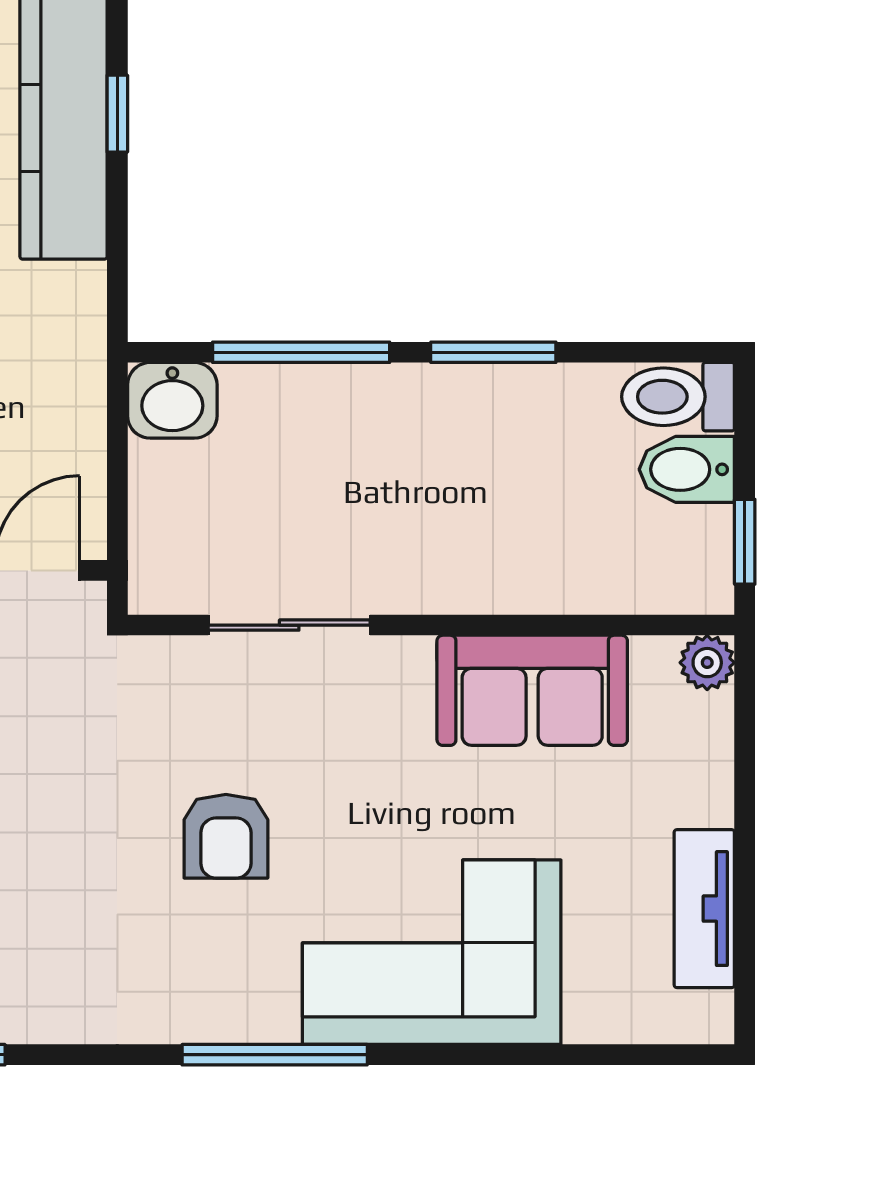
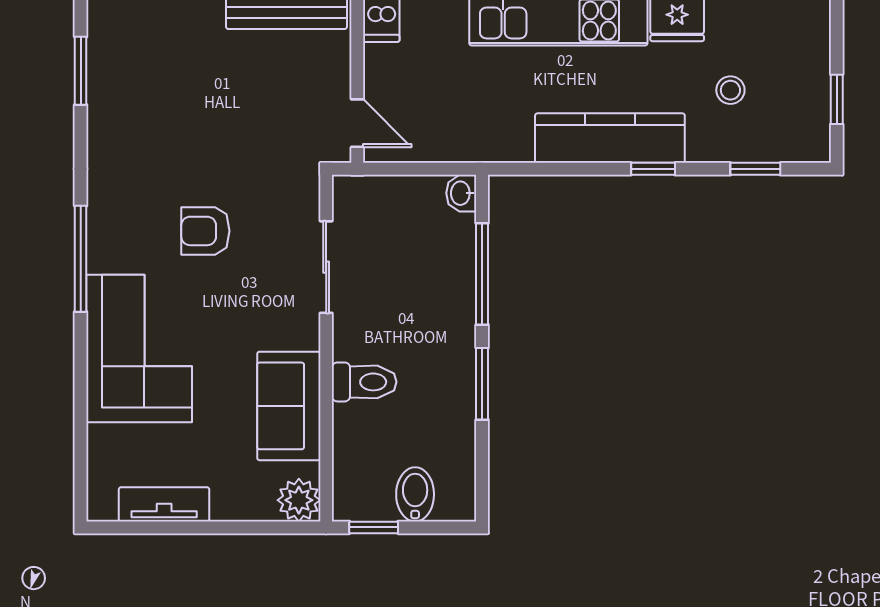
window: (117, 114) -> (653, 169), moved
toilet: (678, 397) -> (364, 382), moved, turned 90
washbasin: (172, 400) -> (461, 193), width x0.72, depth x0.69
plant: (707, 663) -> (299, 500), width x1.38, depth x1.38

